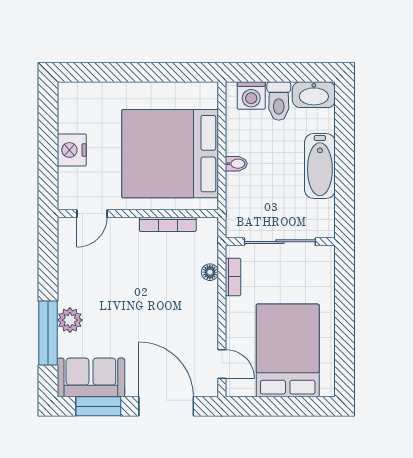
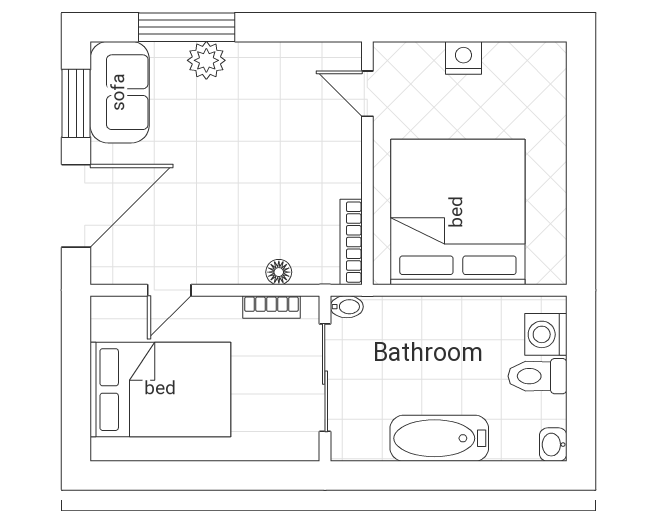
washbasin: (314, 95) -> (553, 445), width x0.52, depth x0.69
nightstand: (72, 150) -> (463, 58), width x0.74, depth x0.75
bidet: (236, 164) -> (347, 307), moved, turned -90
bookcase: (168, 224) -> (351, 242), moved
door: (222, 364) -> (169, 290), moved

